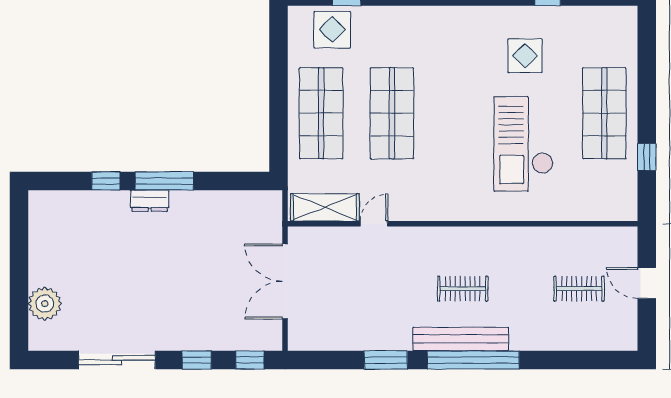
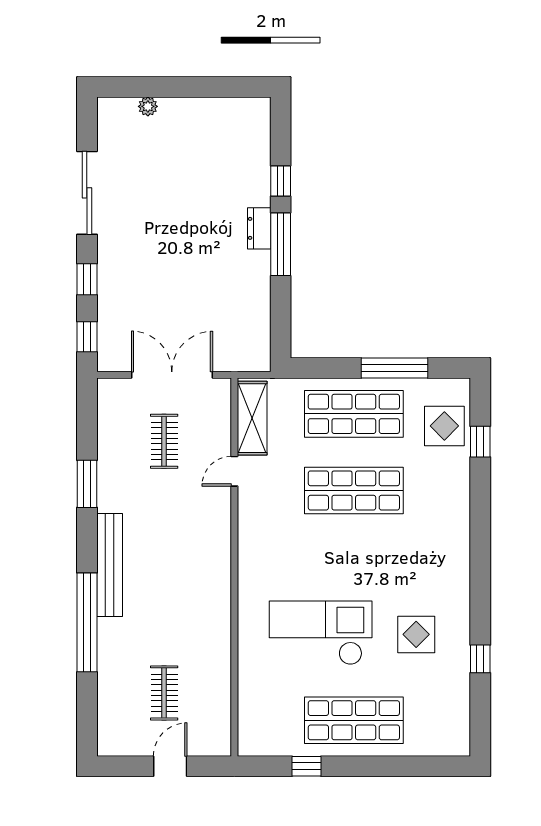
window: (279, 76) -> (394, 368), added
door: (374, 224) -> (234, 471), swing flipped
clothes rail: (463, 289) -> (164, 441), moved
plant: (45, 304) -> (148, 106), width x0.53, depth x0.53
window: (473, 360) -> (87, 622), moved

